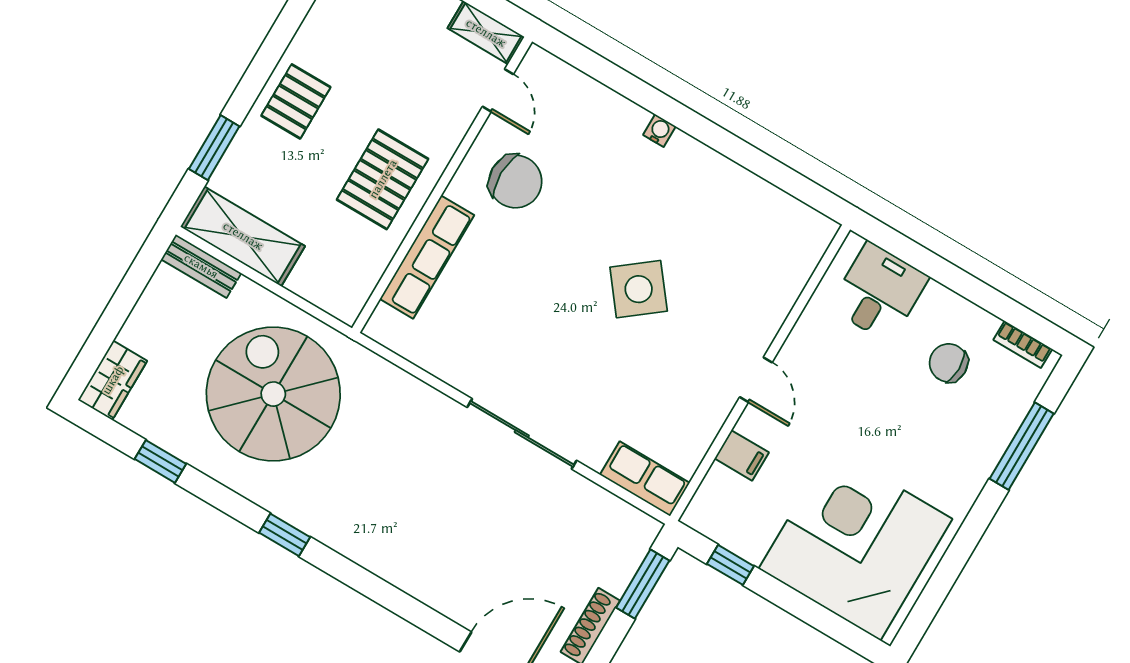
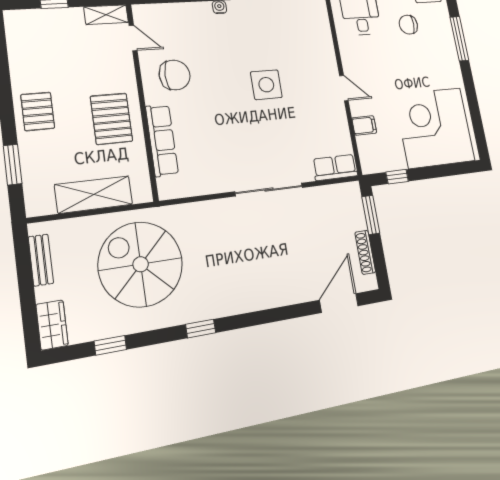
shelving: (243, 236) -> (94, 195), moved
bench: (201, 266) -> (41, 260), moved, turned 90
side table: (639, 289) -> (266, 85), turned 38

